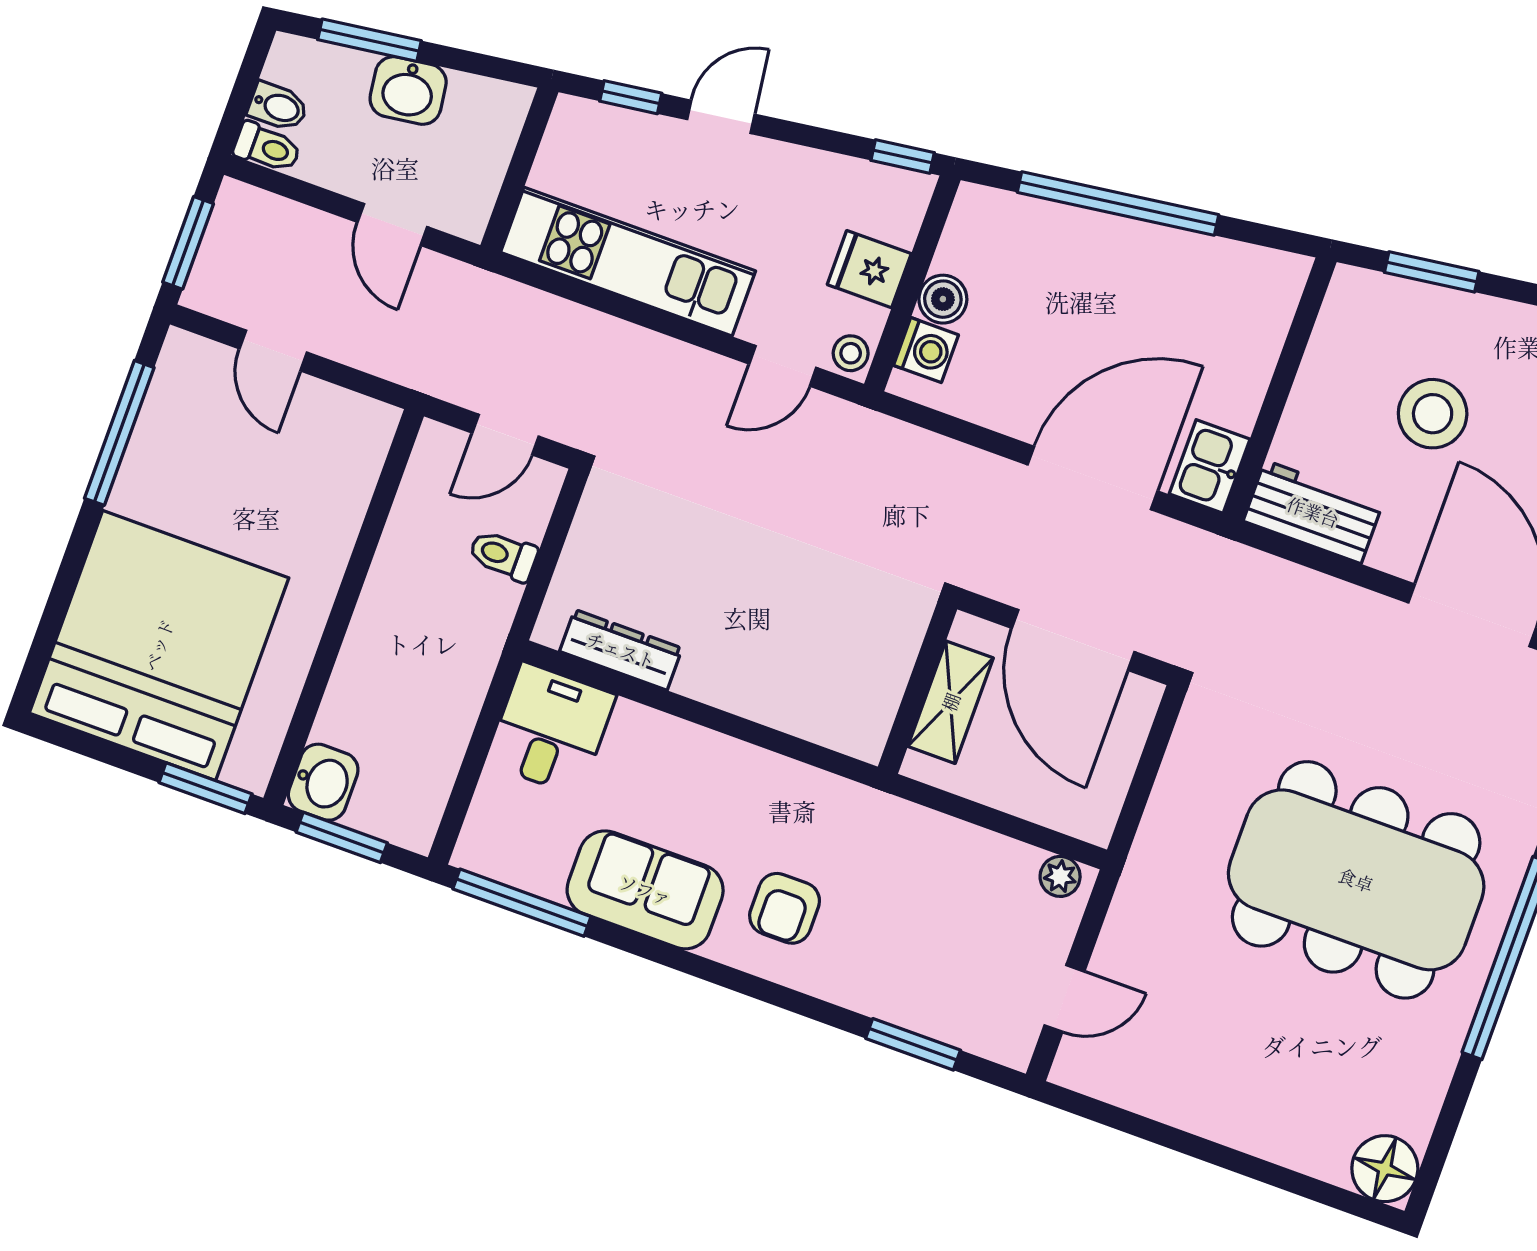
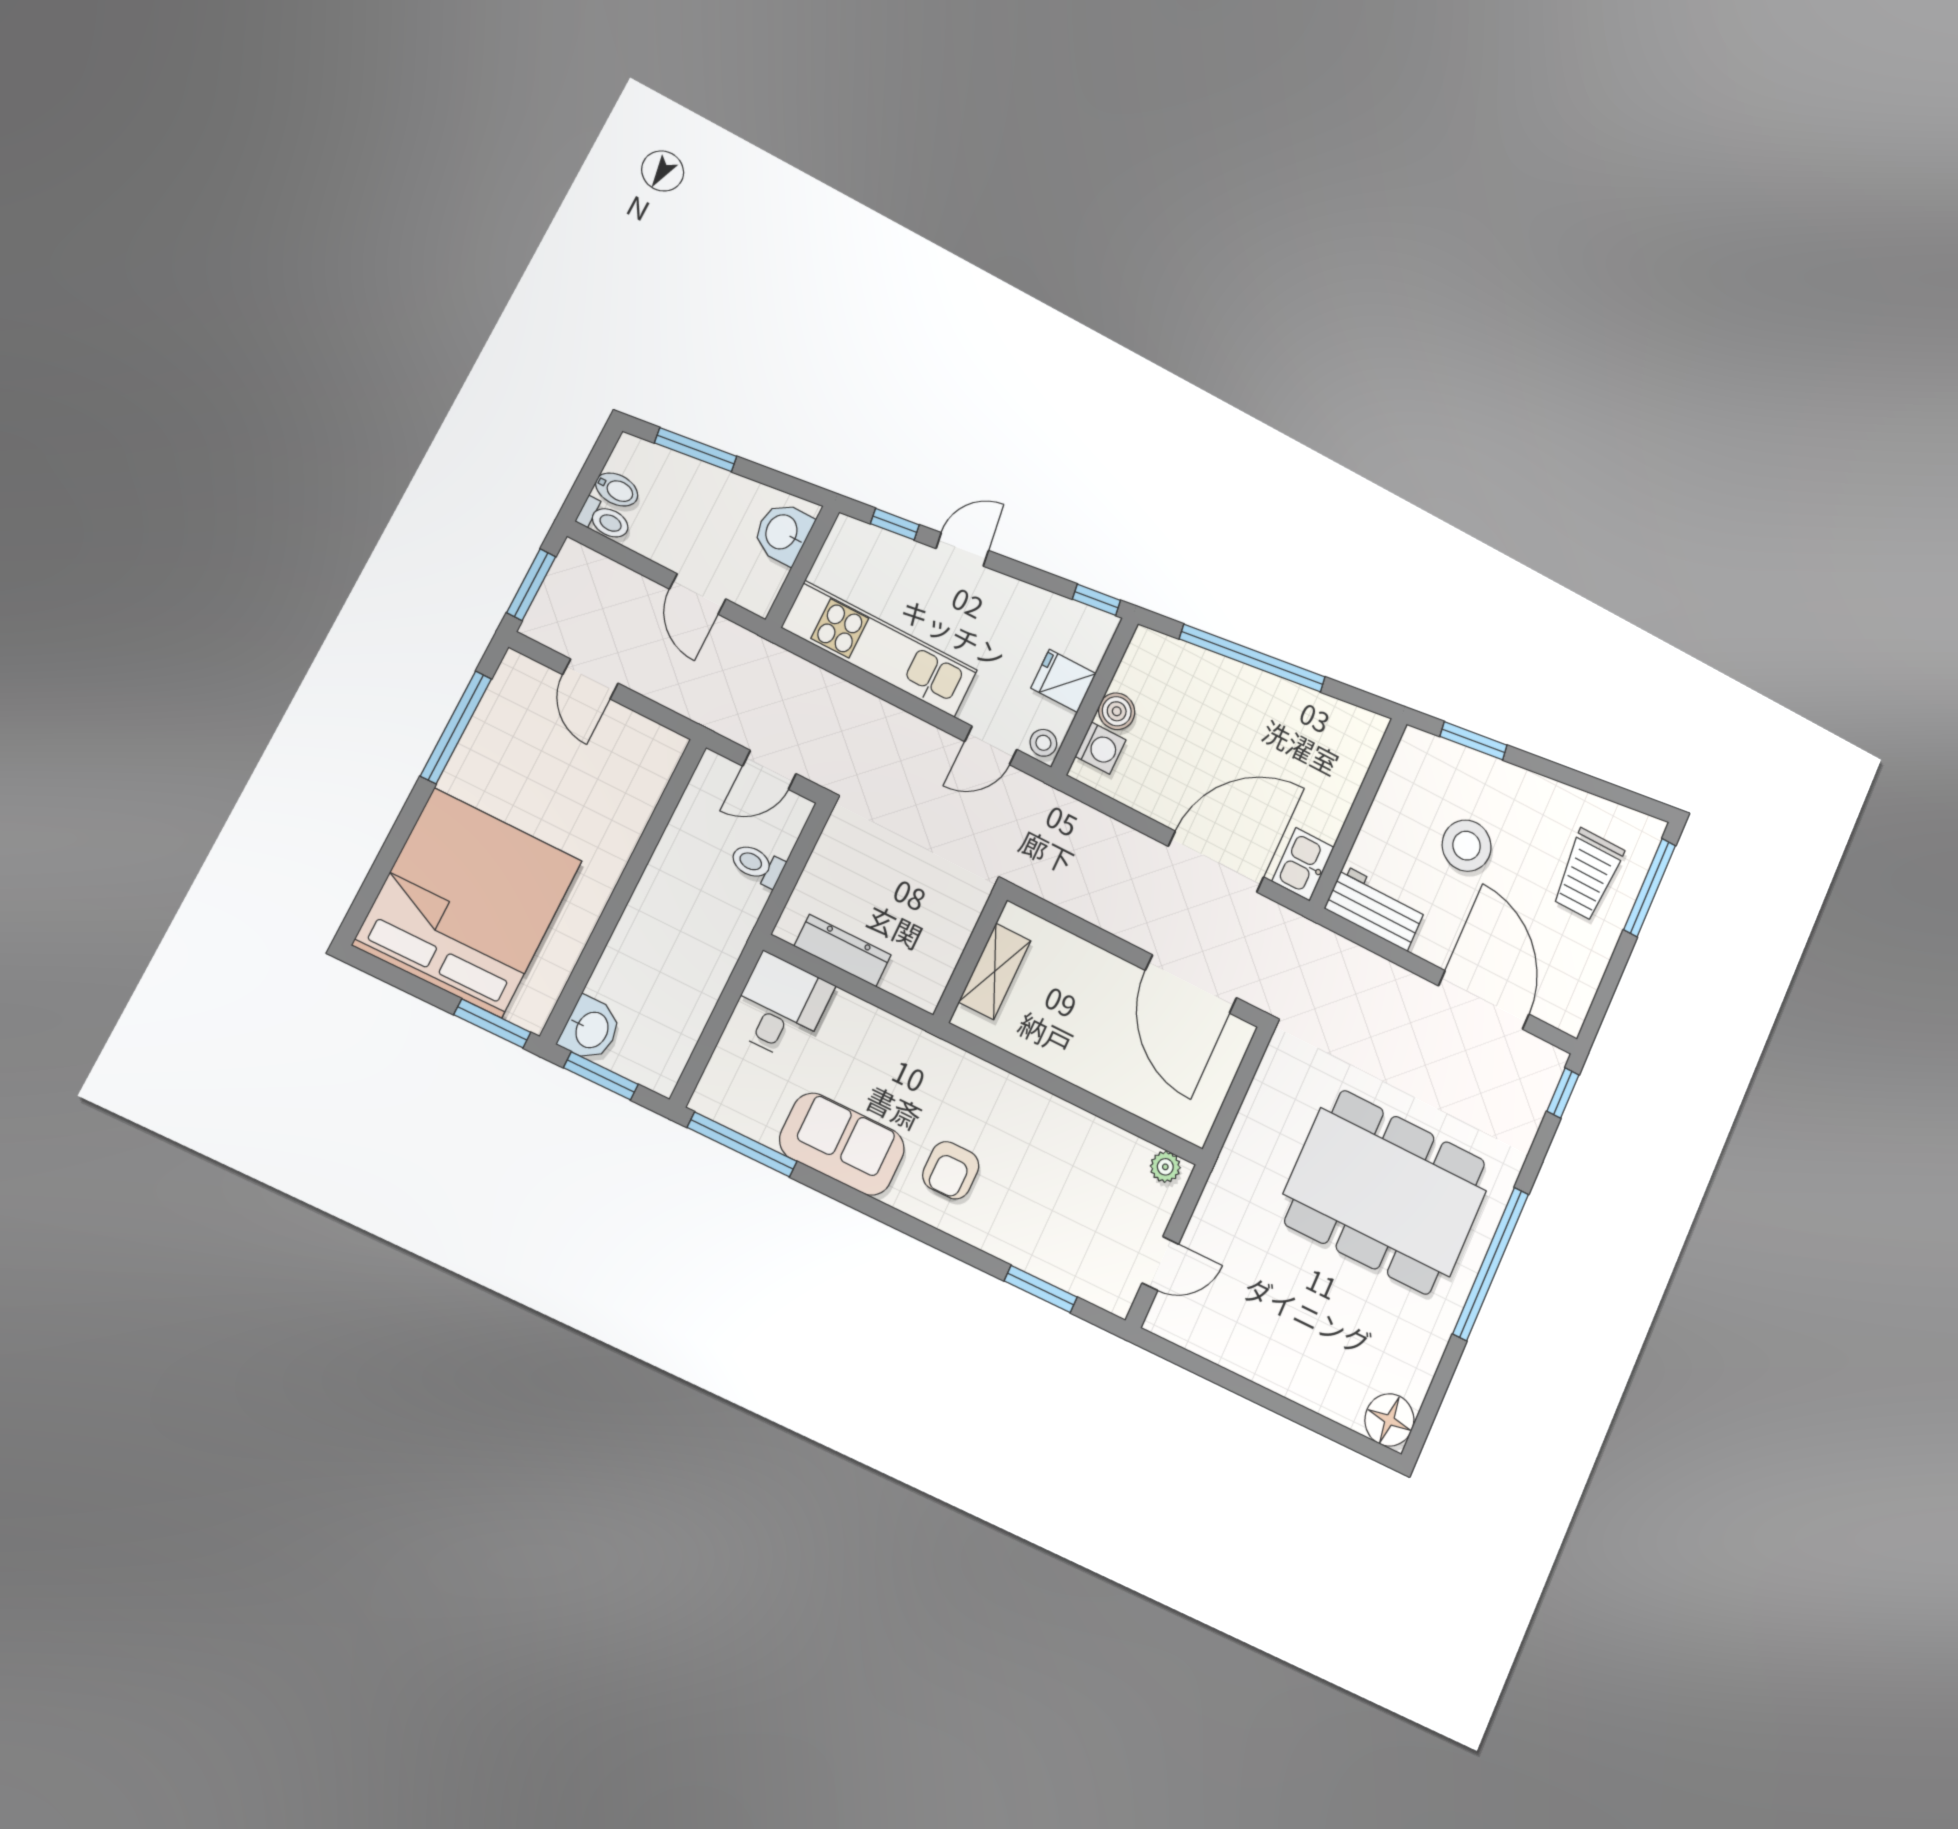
washbasin: (408, 91) -> (783, 533), moved, turned 98
wall: (918, 688) -> (970, 957), moved
shelving: (951, 702) -> (995, 971), moved

